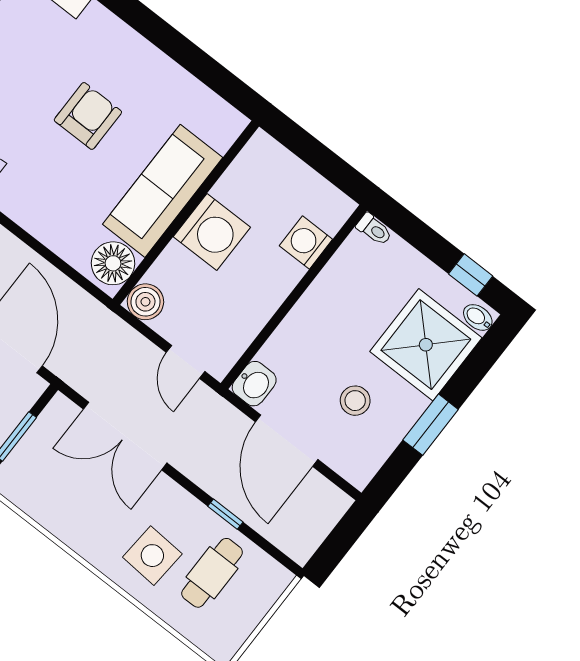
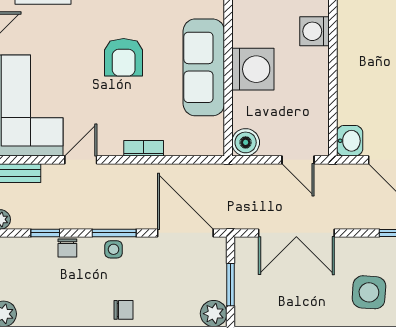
armchair: (88, 116) -> (124, 57), turned 180
bookcase: (36, 226) -> (144, 148), added
floor lamp: (113, 263) -> (208, 134), removed

